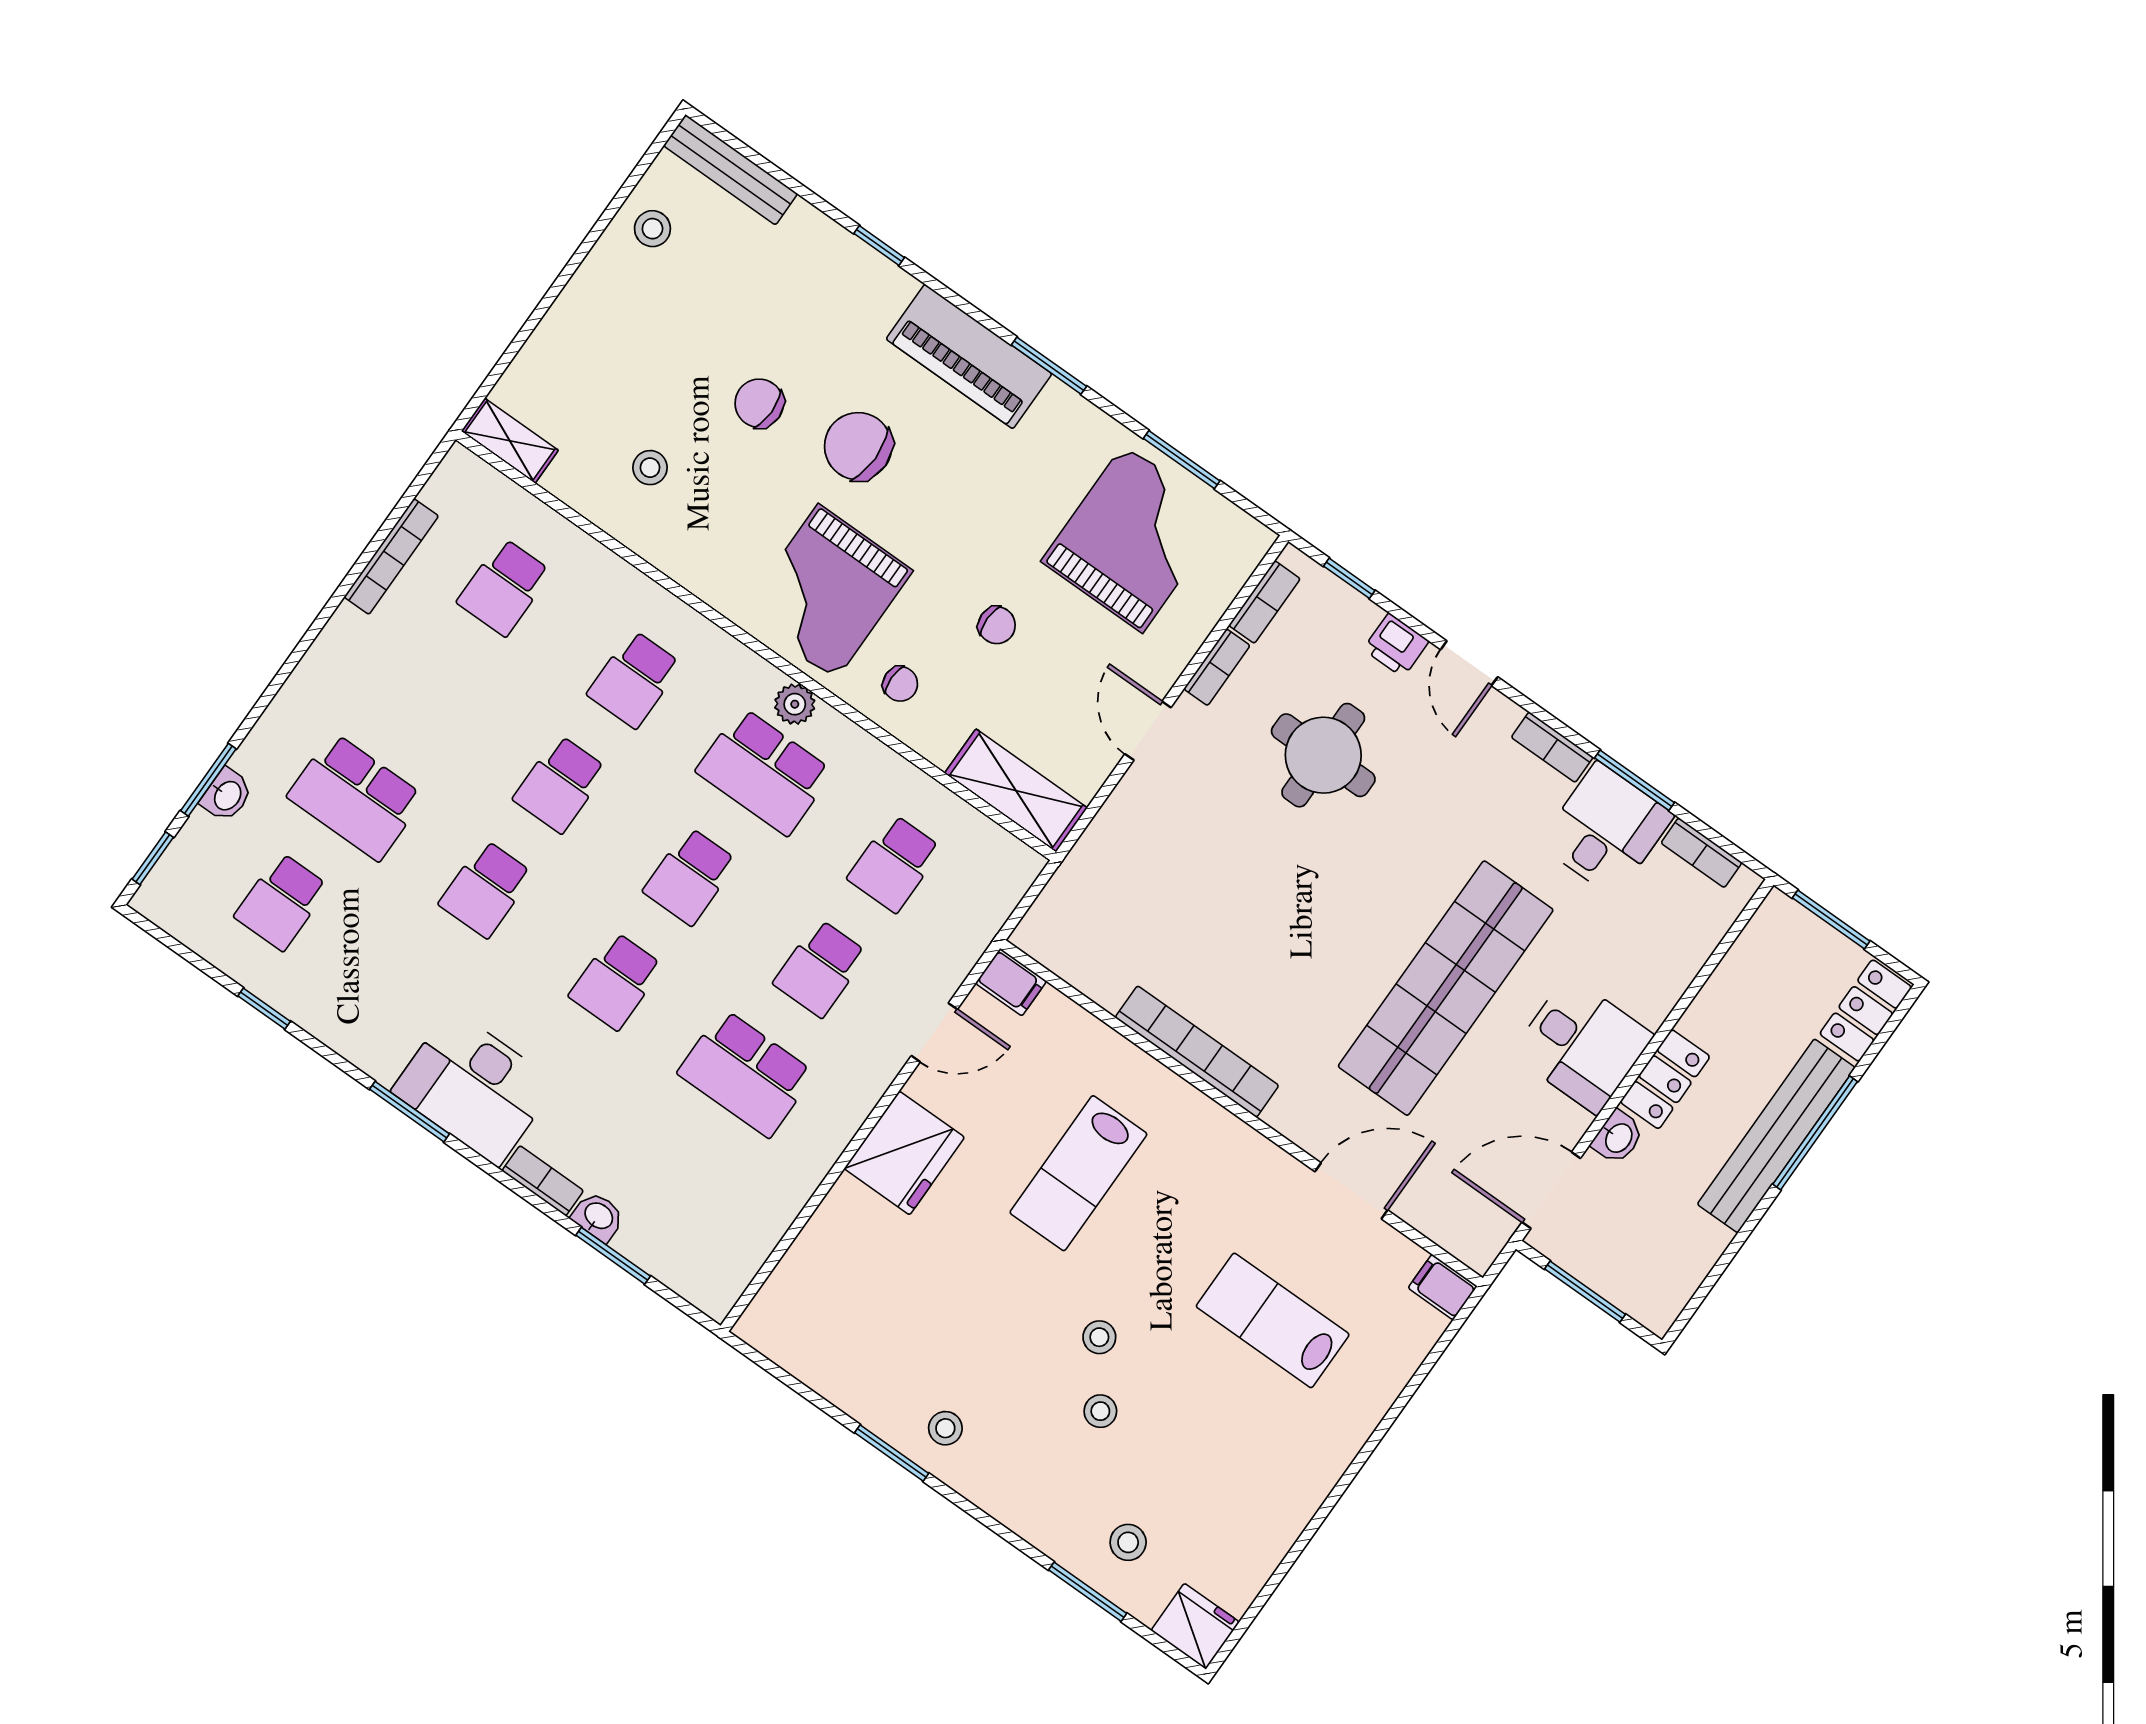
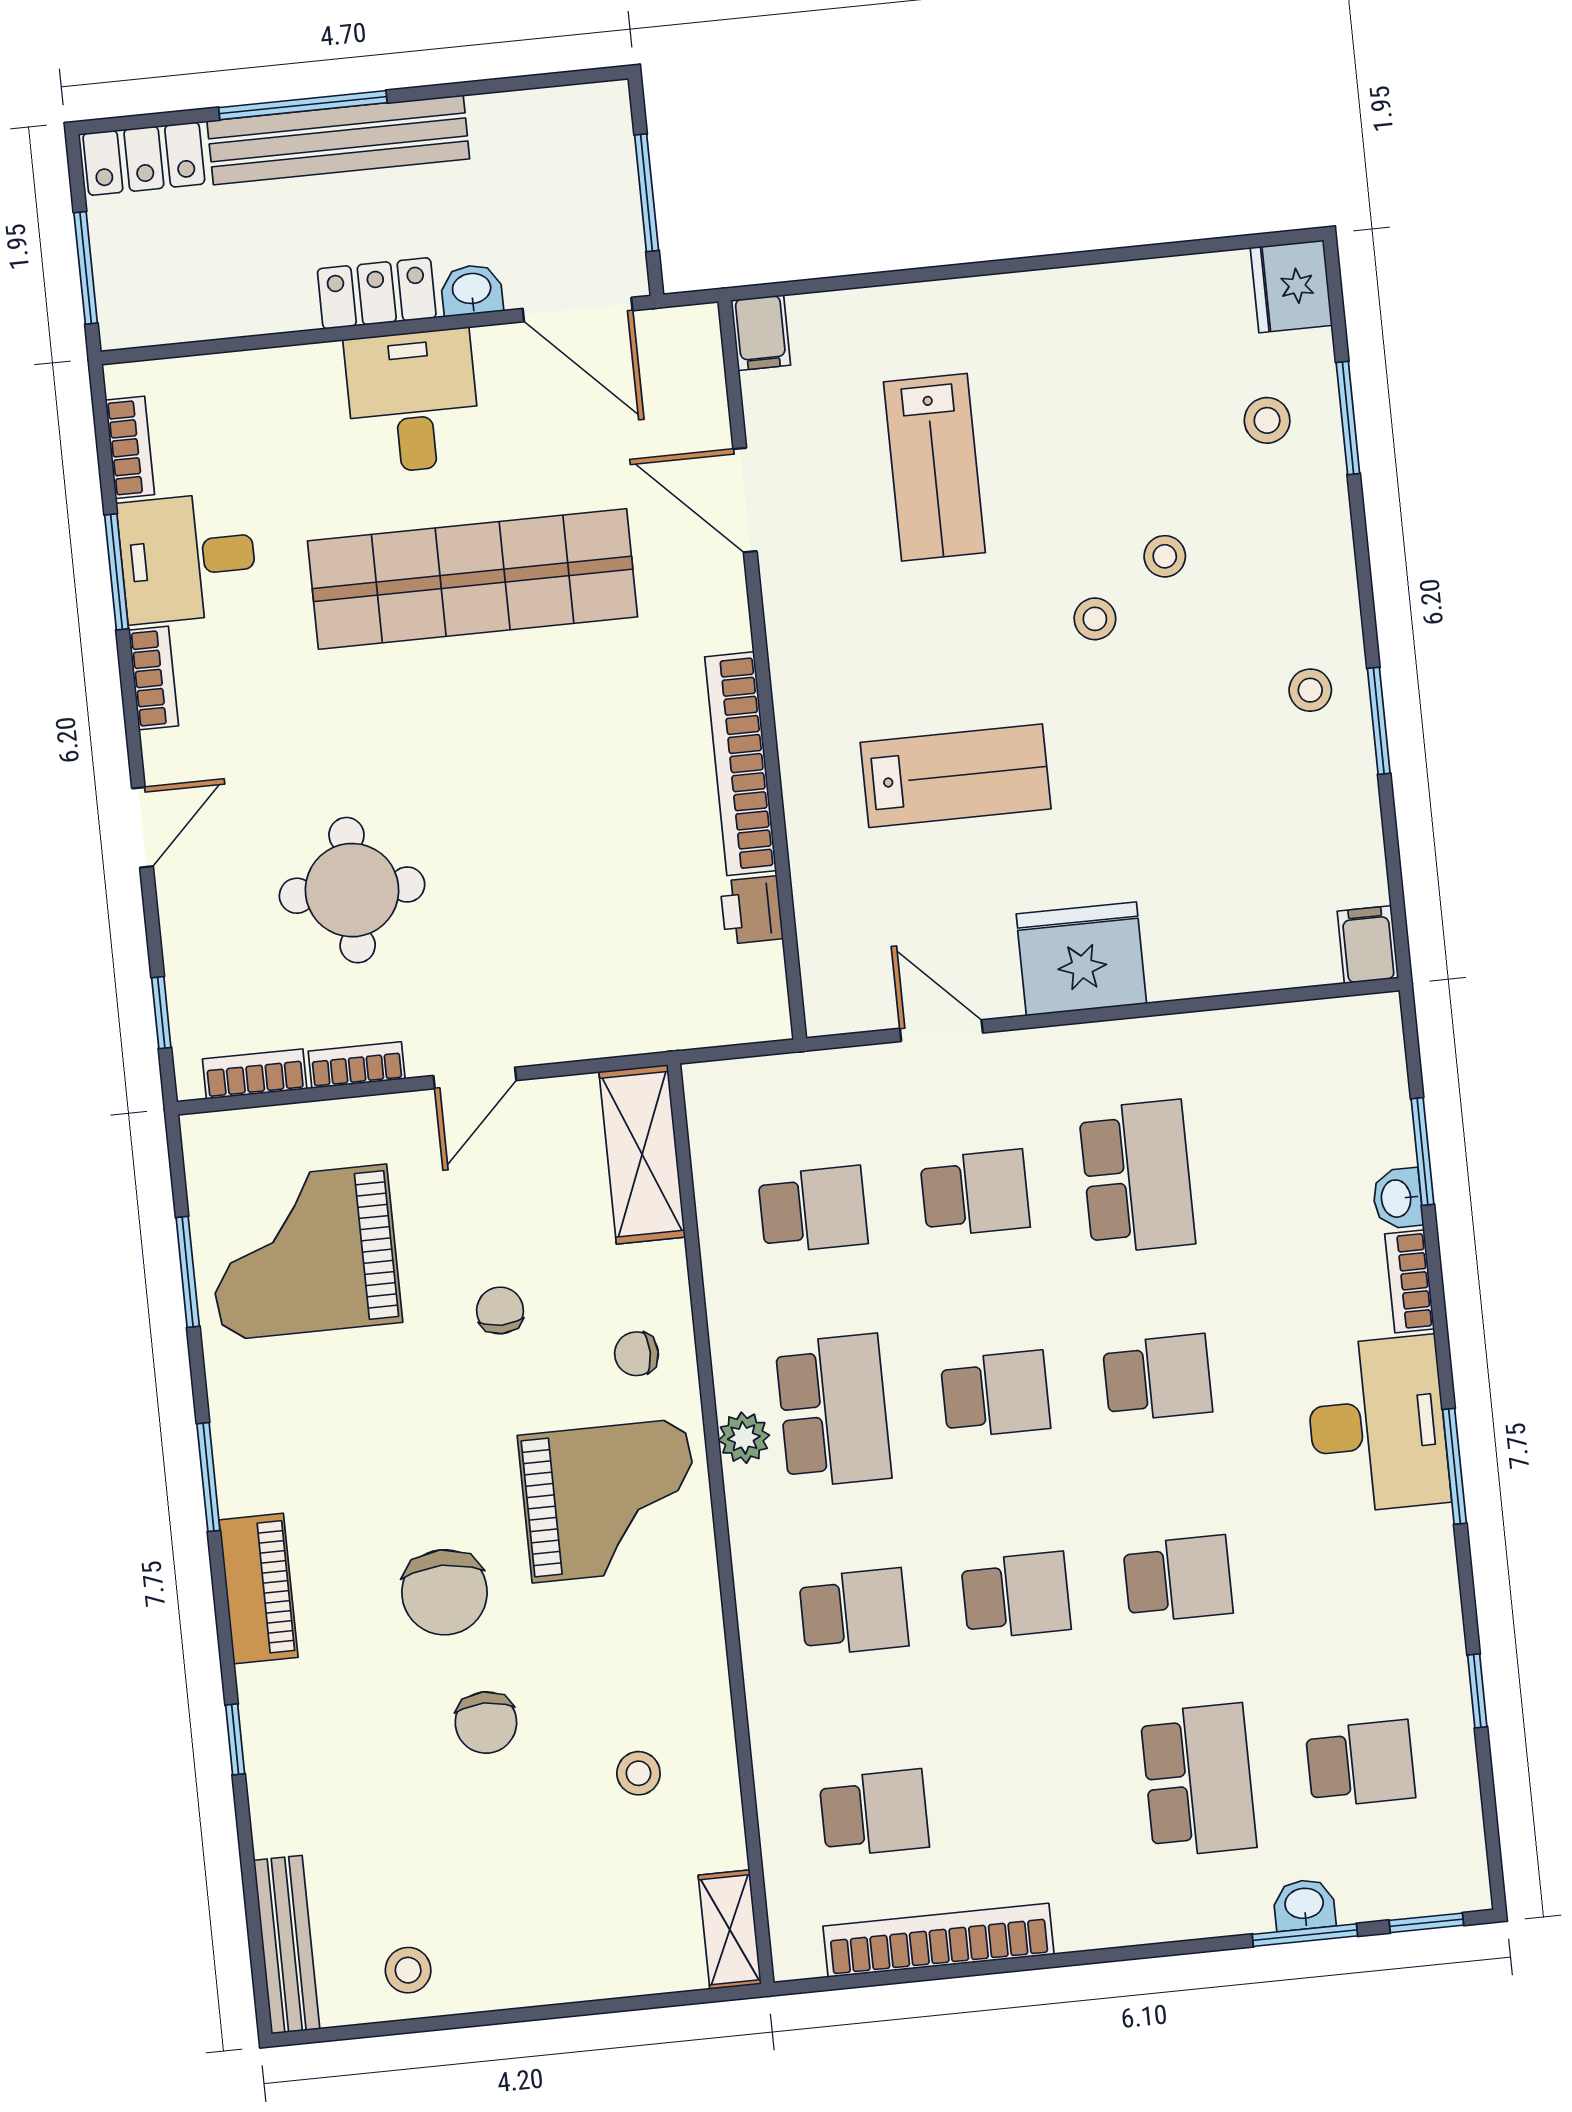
piano: (969, 356) -> (258, 1589), width x0.73, depth x0.75
bookcase: (391, 556) -> (938, 1940), width x1.48, depth x1.31
printer: (1396, 645) -> (752, 910), moved, turned 180
chair: (900, 684) -> (637, 1354), turned -90
filing cabinet: (1011, 982) -> (1368, 945), moved

